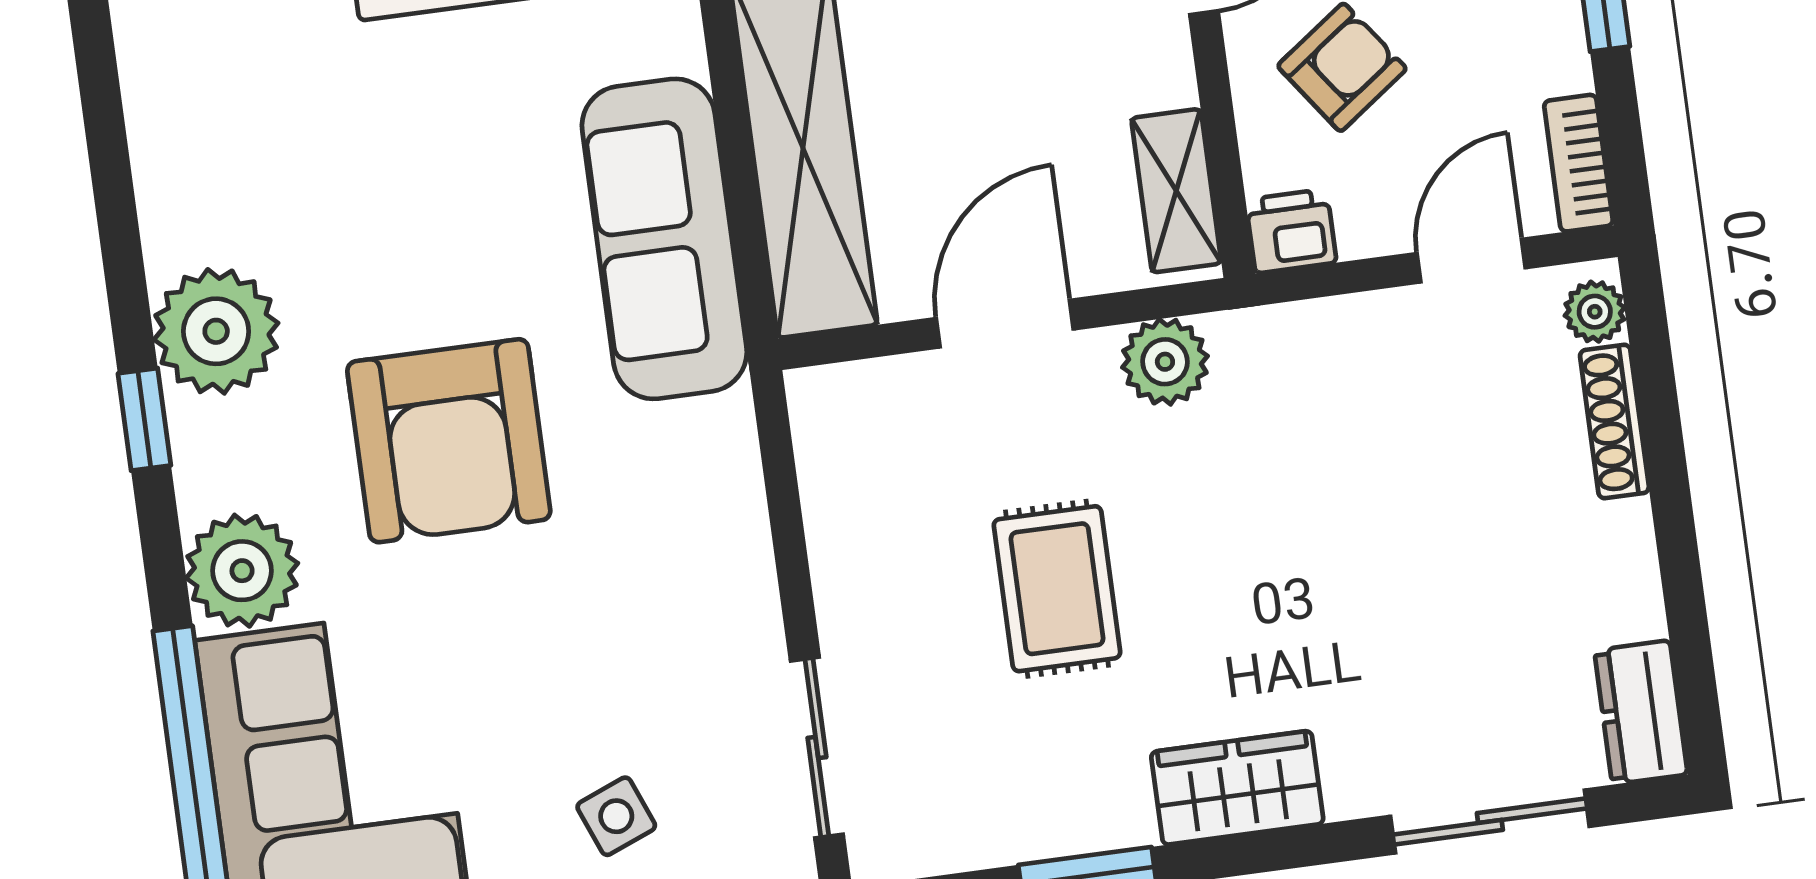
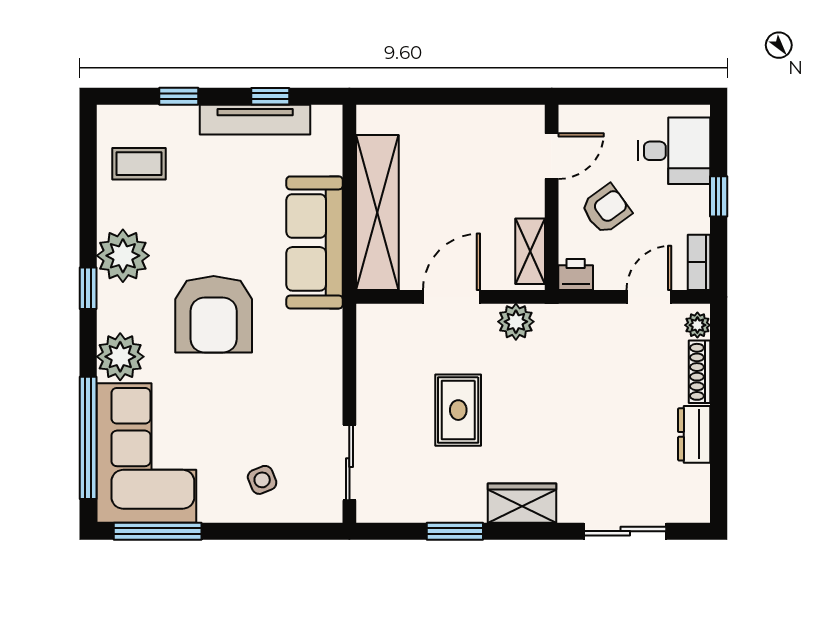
coffee table: (225, 109) -> (139, 164), added
dresser: (1641, 712) -> (694, 434), moved

